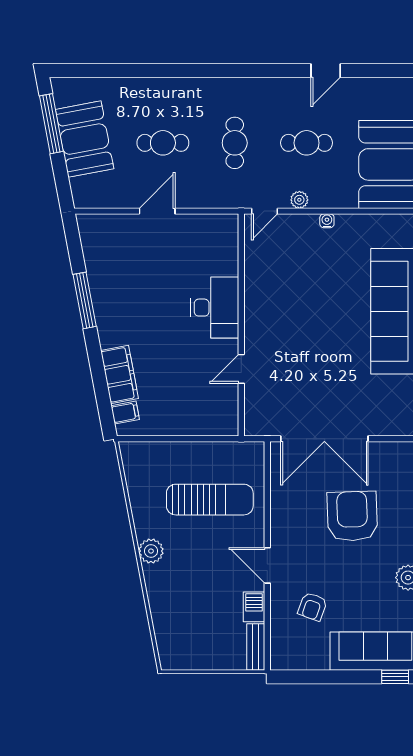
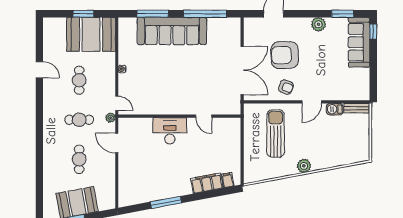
plant: (299, 200) -> (111, 118), moved
door: (157, 211) -> (117, 143), moved
armchair: (312, 607) -> (286, 87), moved

